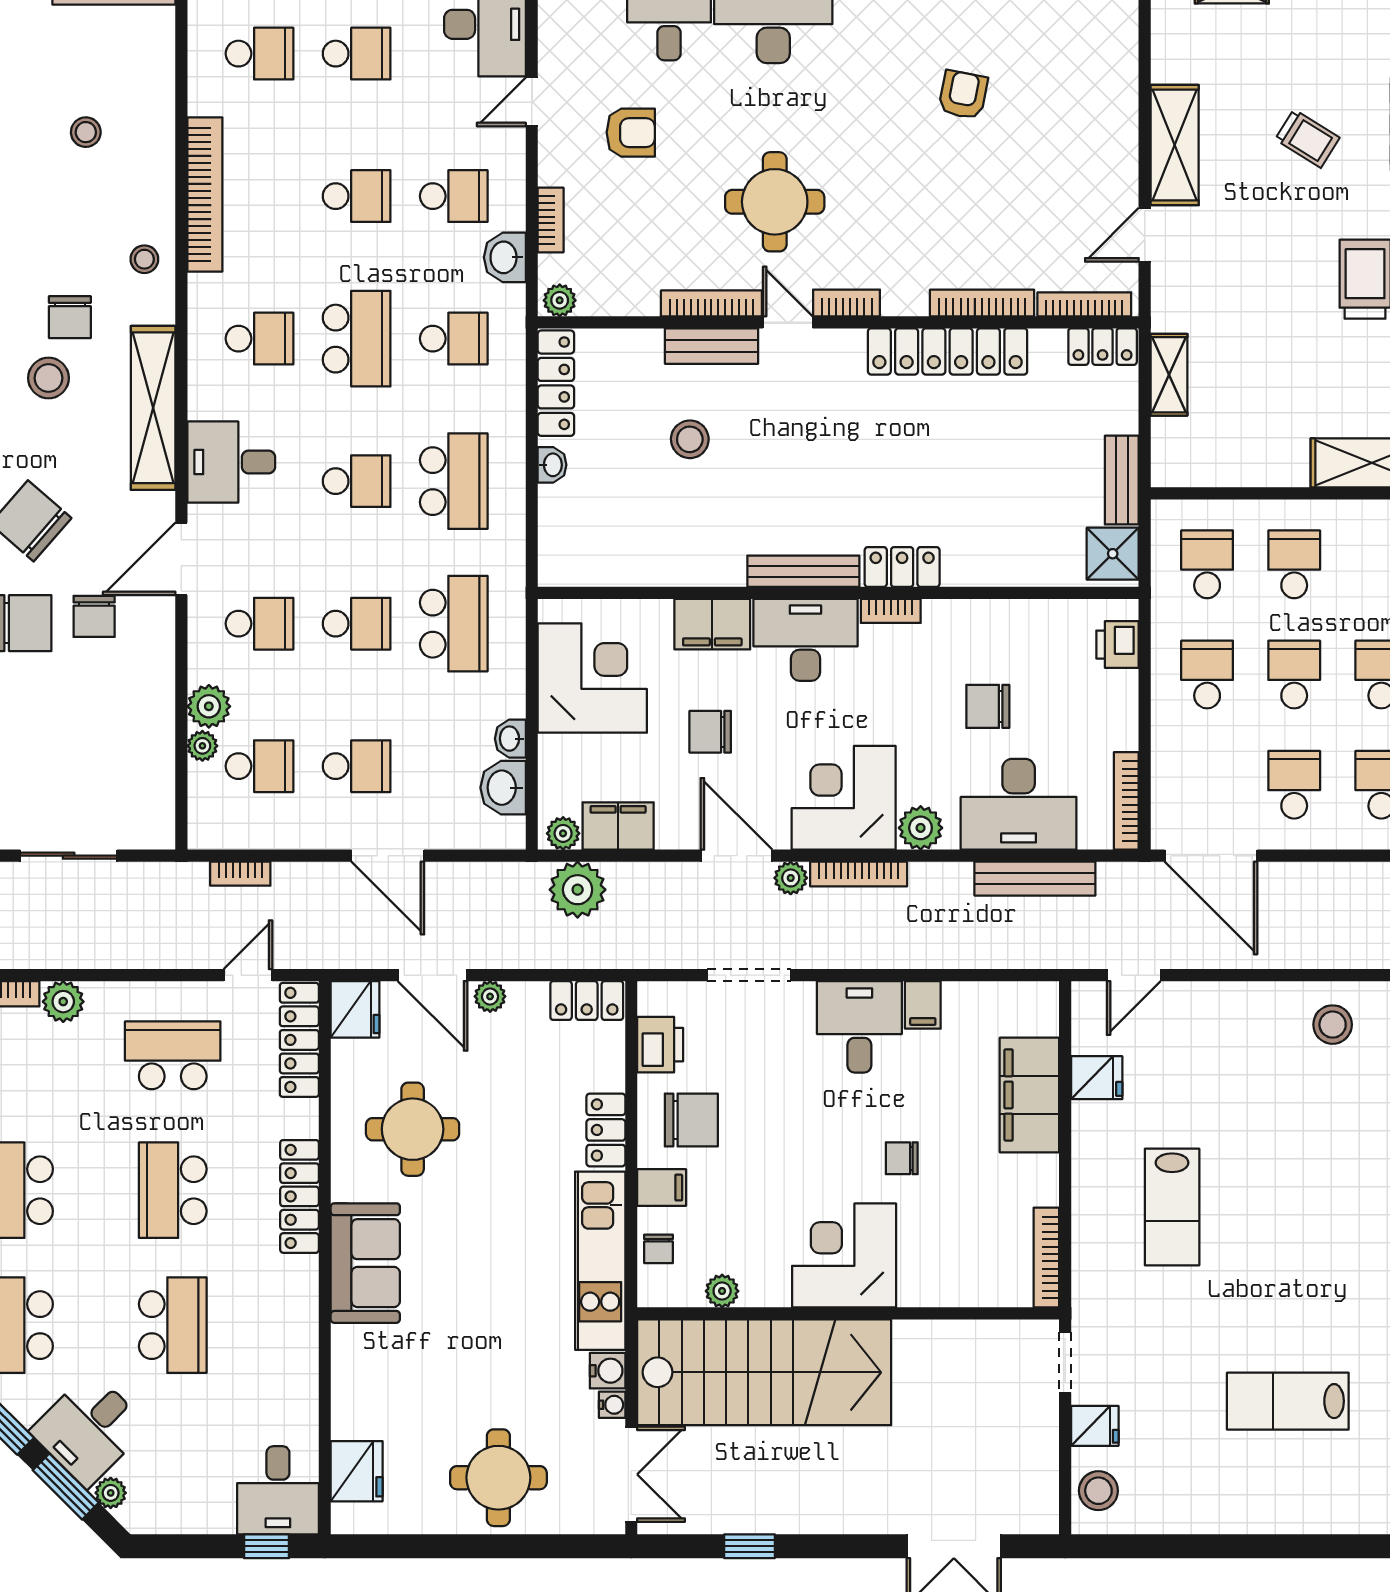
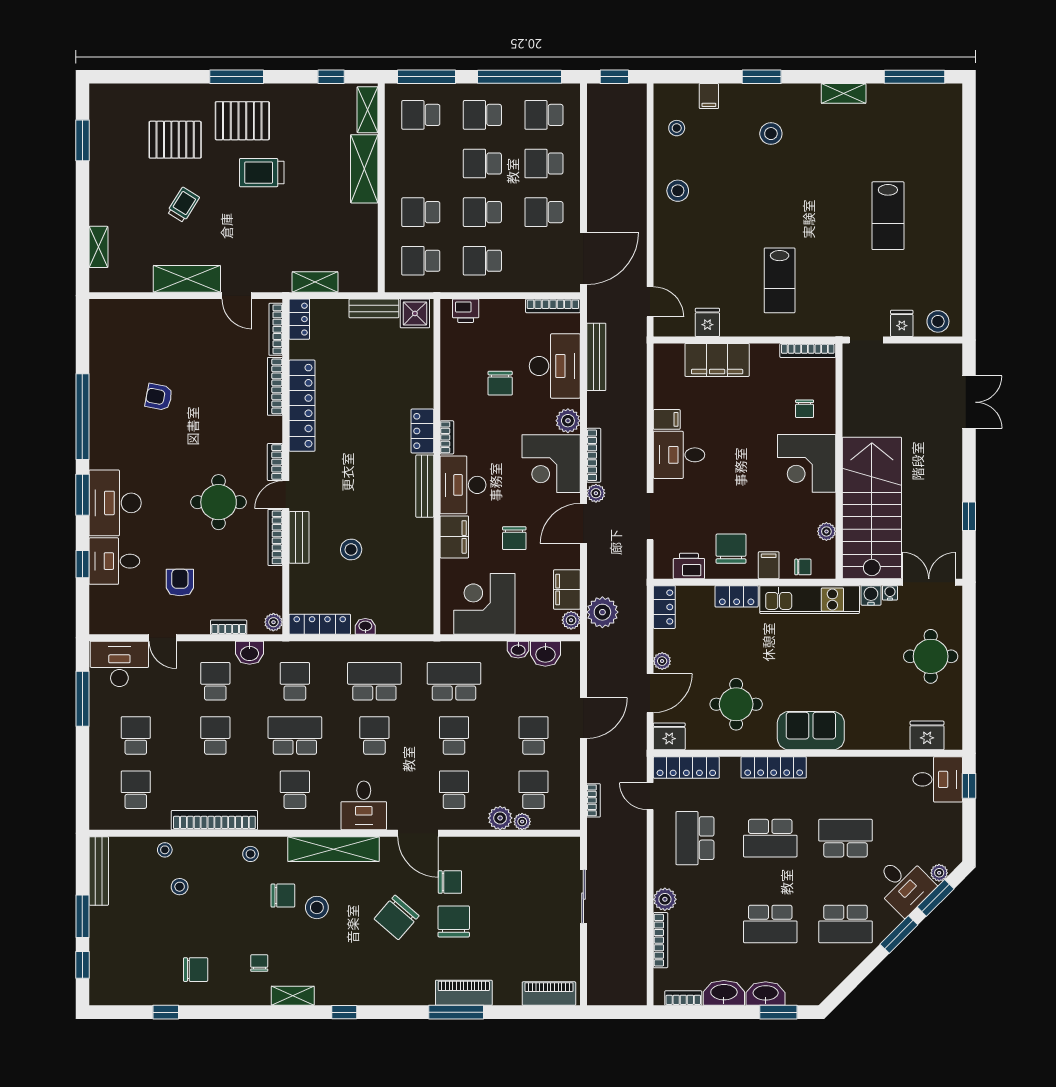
stool: (152, 106) -> (165, 850), added
chair: (902, 1158) -> (805, 409), moved
lab bench: (1172, 1207) -> (780, 280), turned 90

